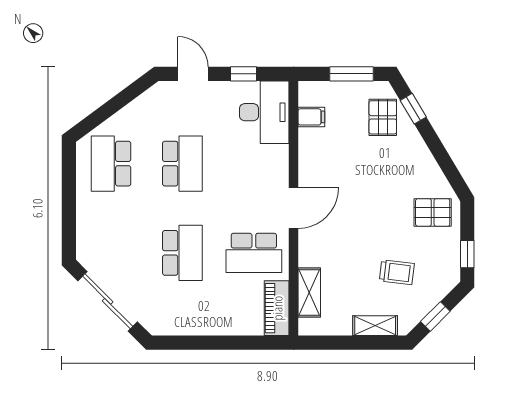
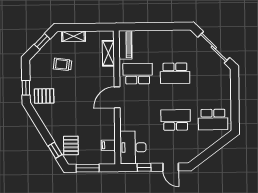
school desk: (111, 164) -> (213, 120), turned 90
school desk: (182, 164) -> (176, 120), turned 90
school desk: (182, 253) -> (175, 73), turned -90
window: (467, 254) -> (26, 88), moved

